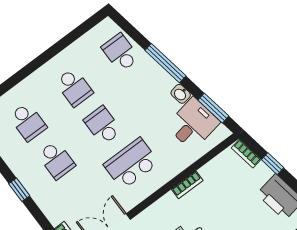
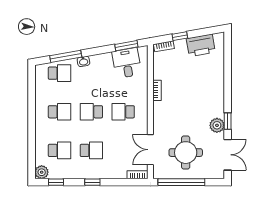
school desk: (120, 53) -> (59, 73), turned 180
window: (165, 63) -> (66, 56), moved
washbasin: (181, 94) -> (83, 61), moved
school desk: (131, 164) -> (123, 112), width x0.54

